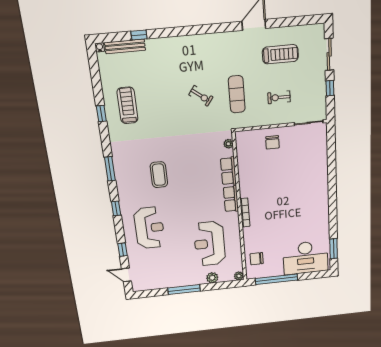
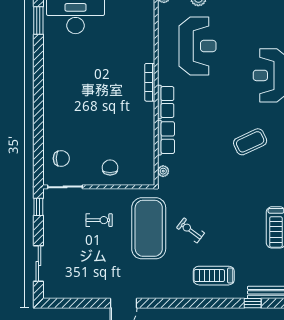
treadmill: (280, 54) -> (214, 276), moved
window: (330, 88) -> (38, 207), moved
exercise mat: (237, 94) -> (149, 228), width x2.00, depth x1.45
coffee table: (159, 175) -> (250, 142), turned 65
chair: (257, 259) -> (61, 158), moved

